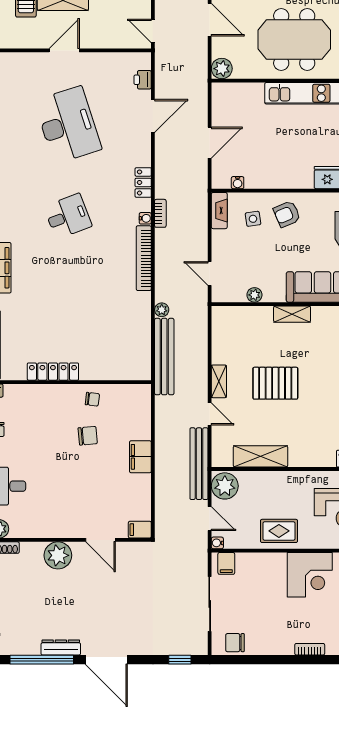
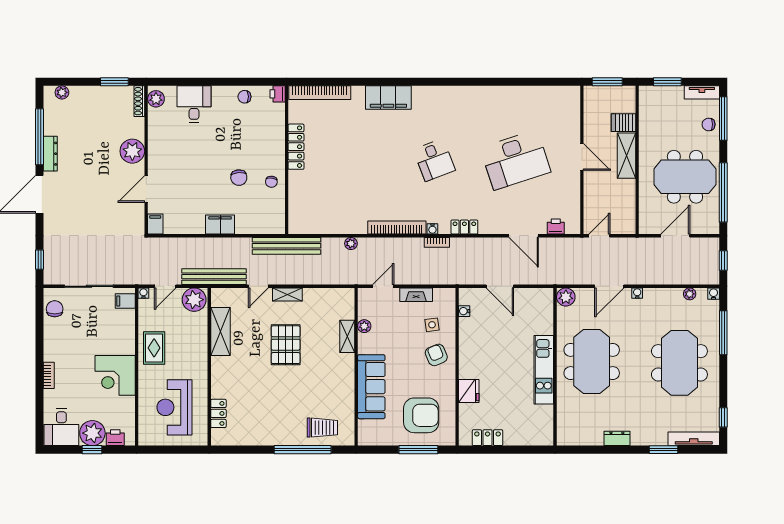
fireplace: (219, 211) -> (416, 295), moved
shelving: (292, 314) -> (347, 336), moved
bench: (164, 357) -> (286, 246), moved

